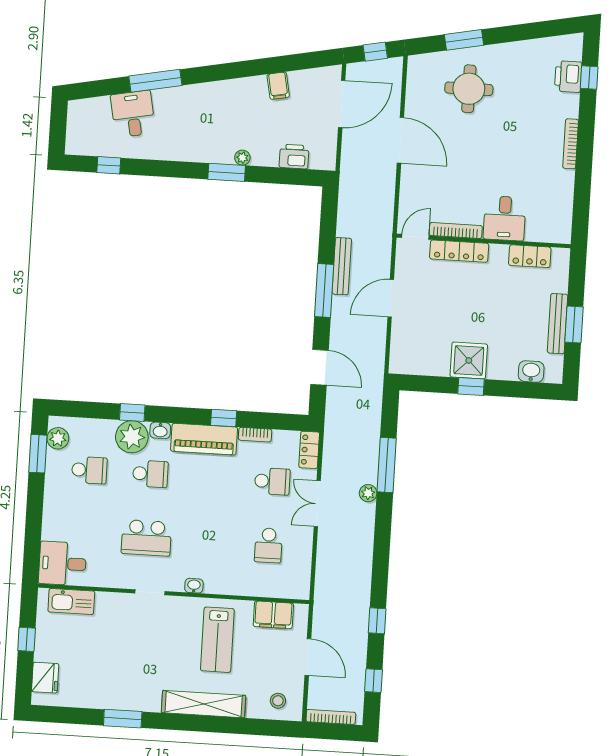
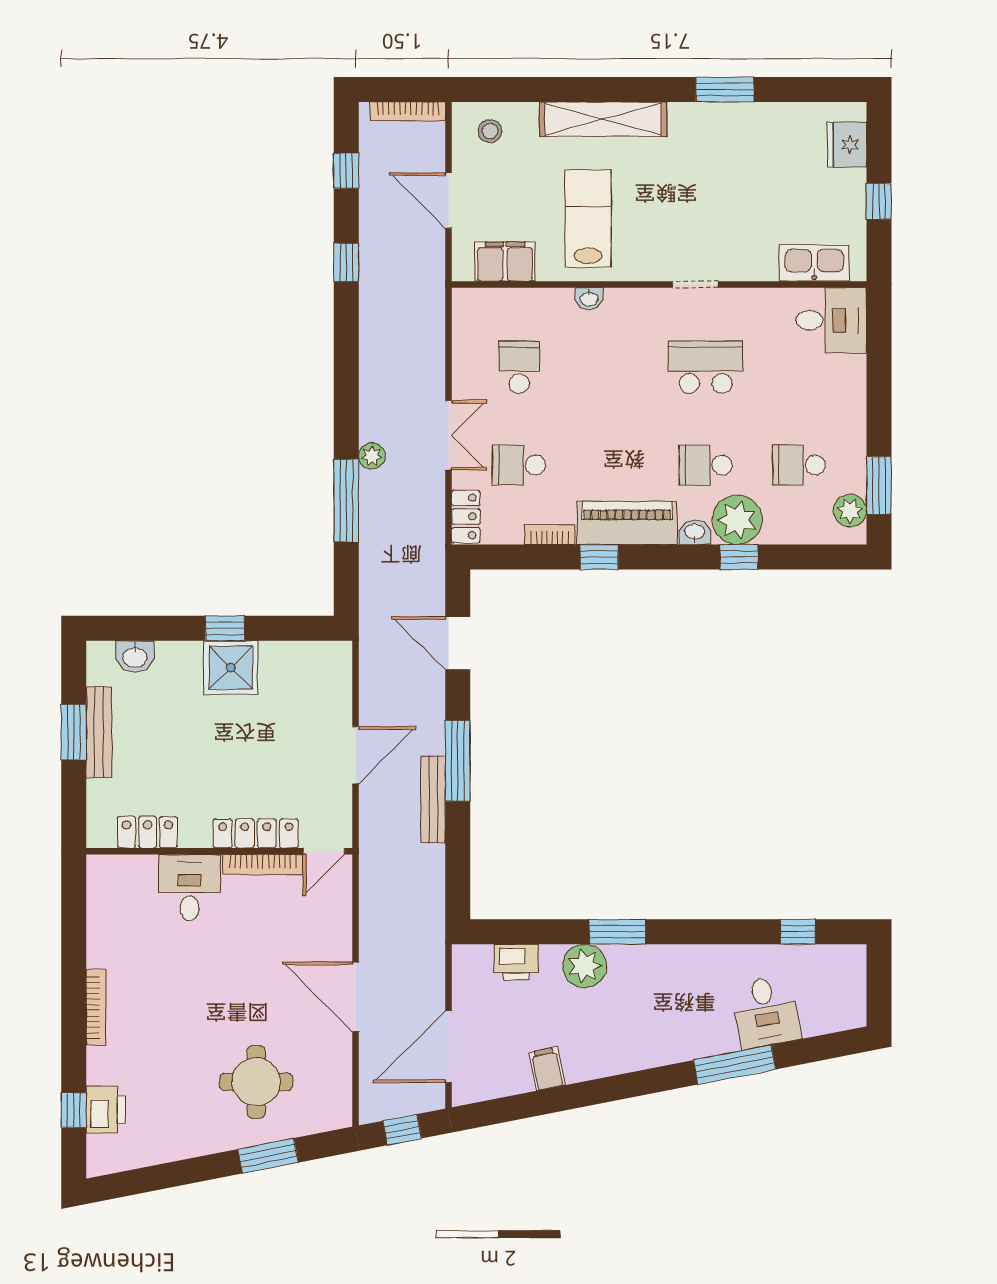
plant: (242, 158) -> (585, 966), width x1.87, depth x1.87
washbasin: (194, 586) -> (589, 299), moved

